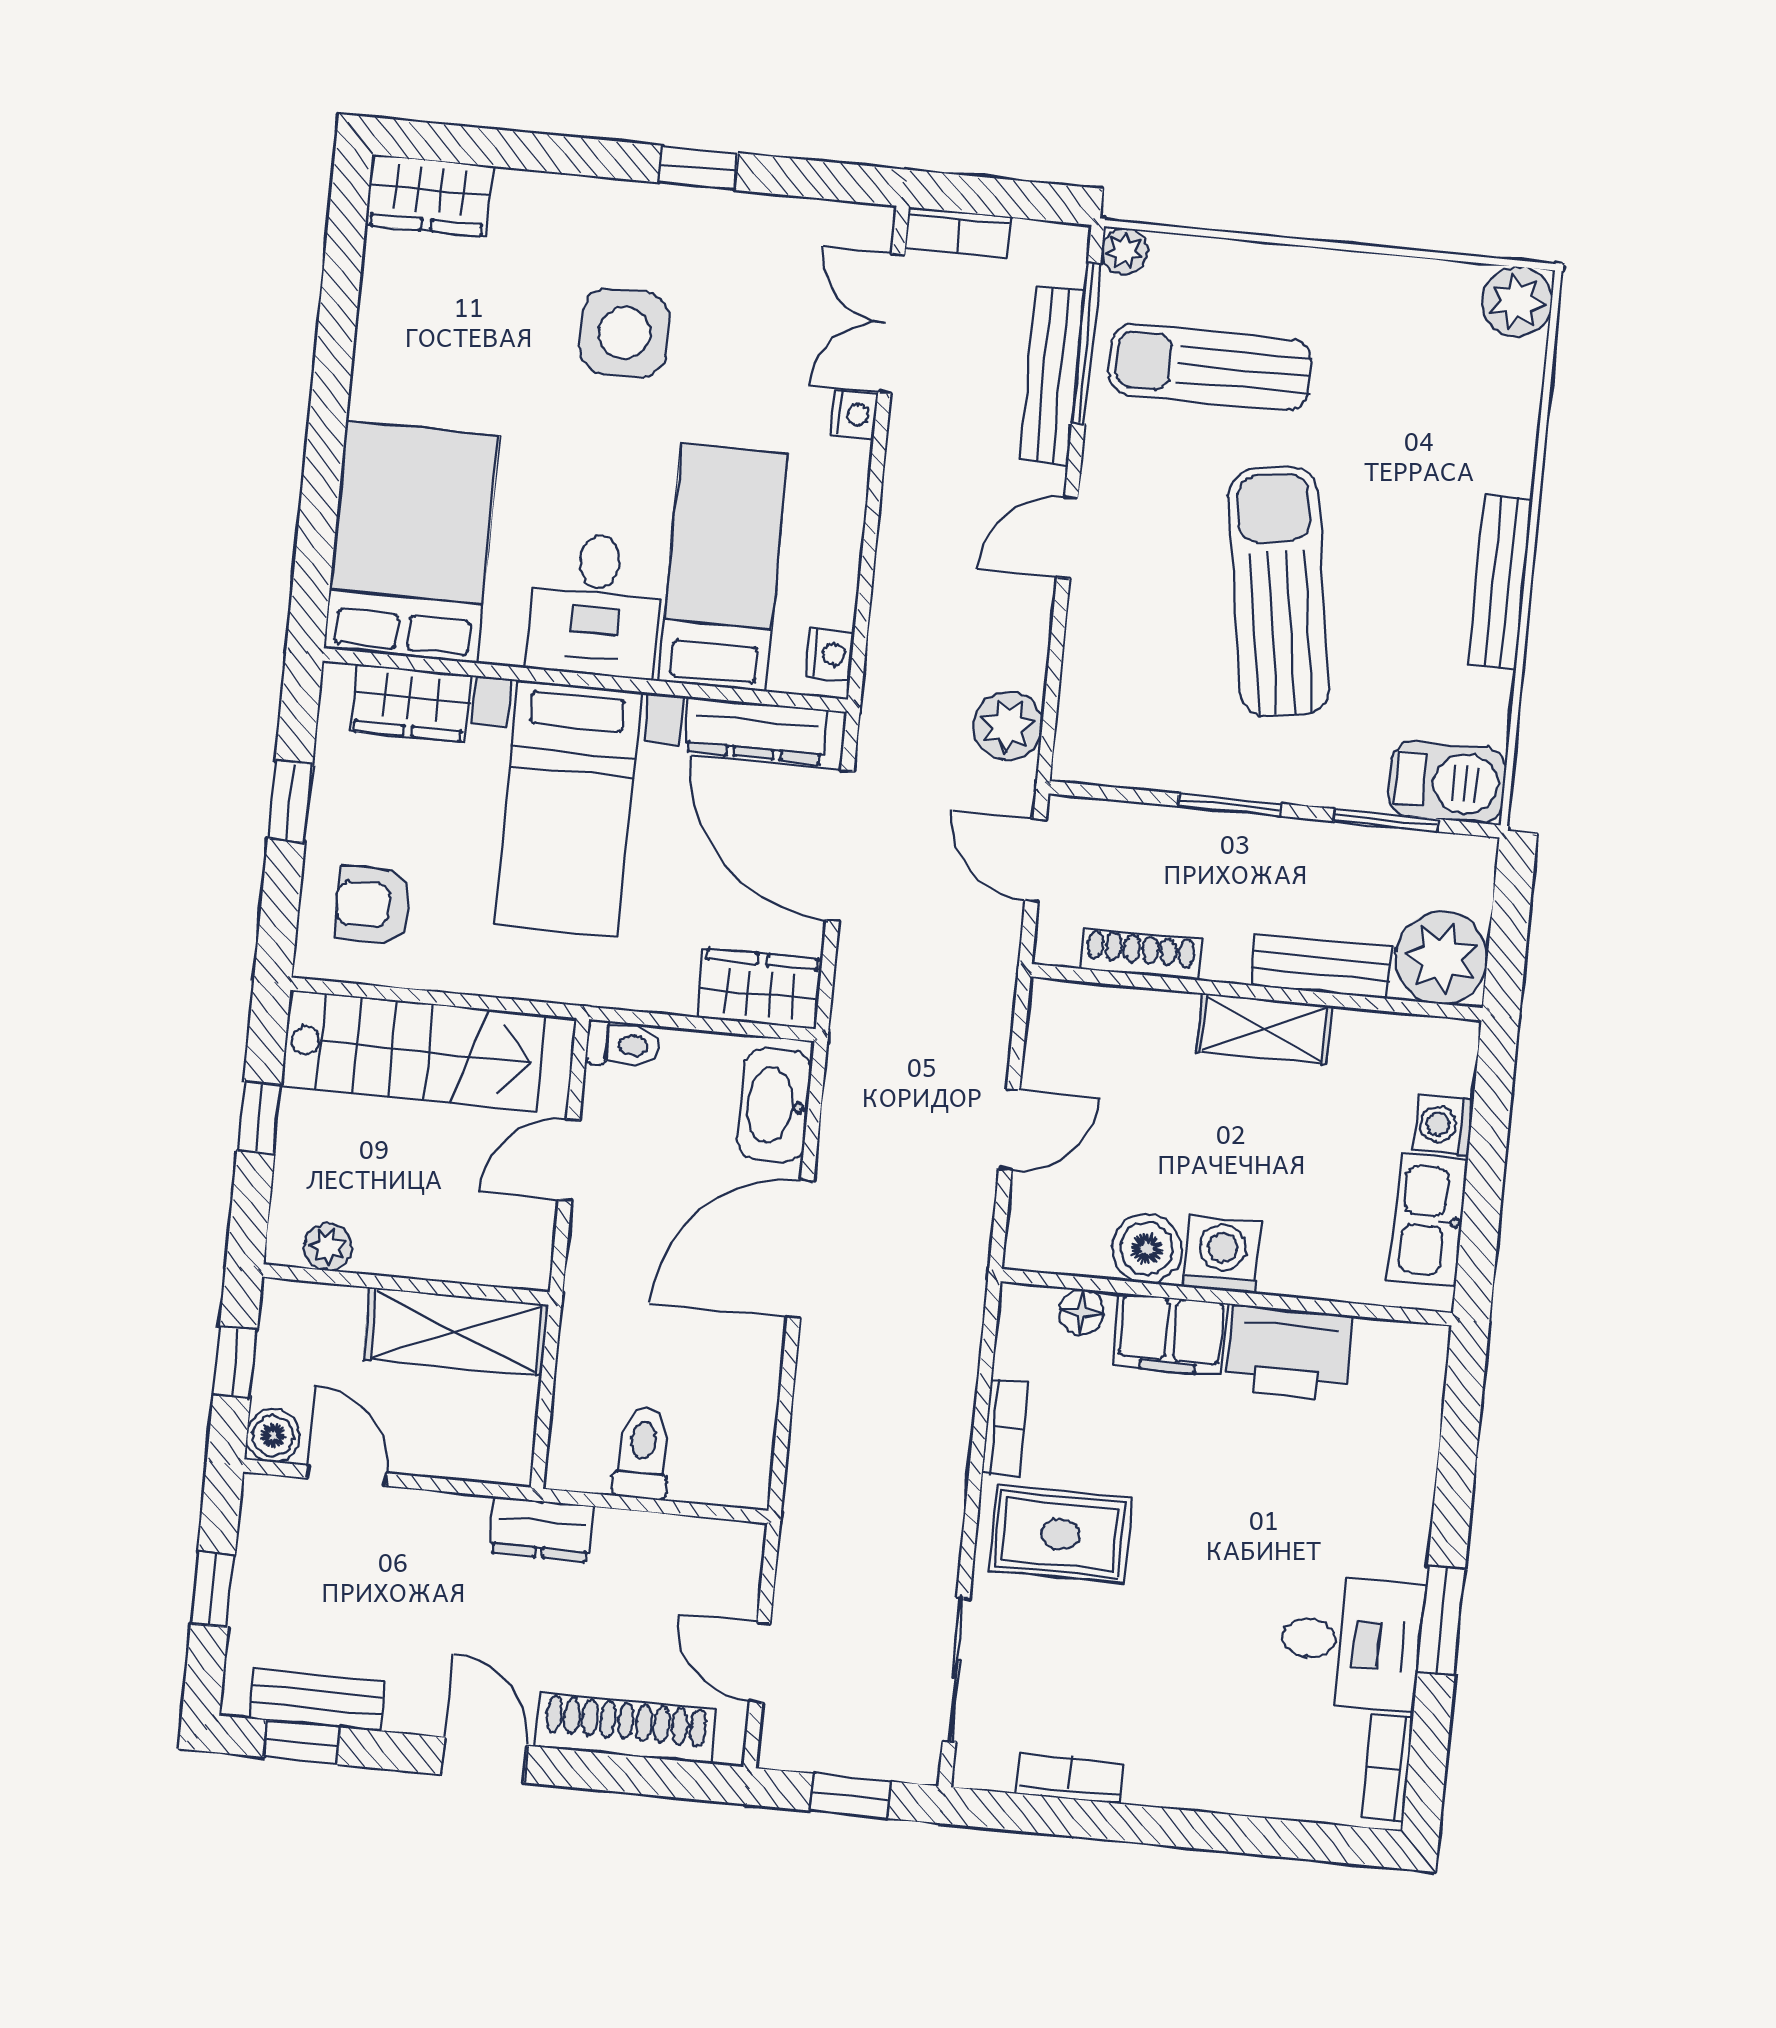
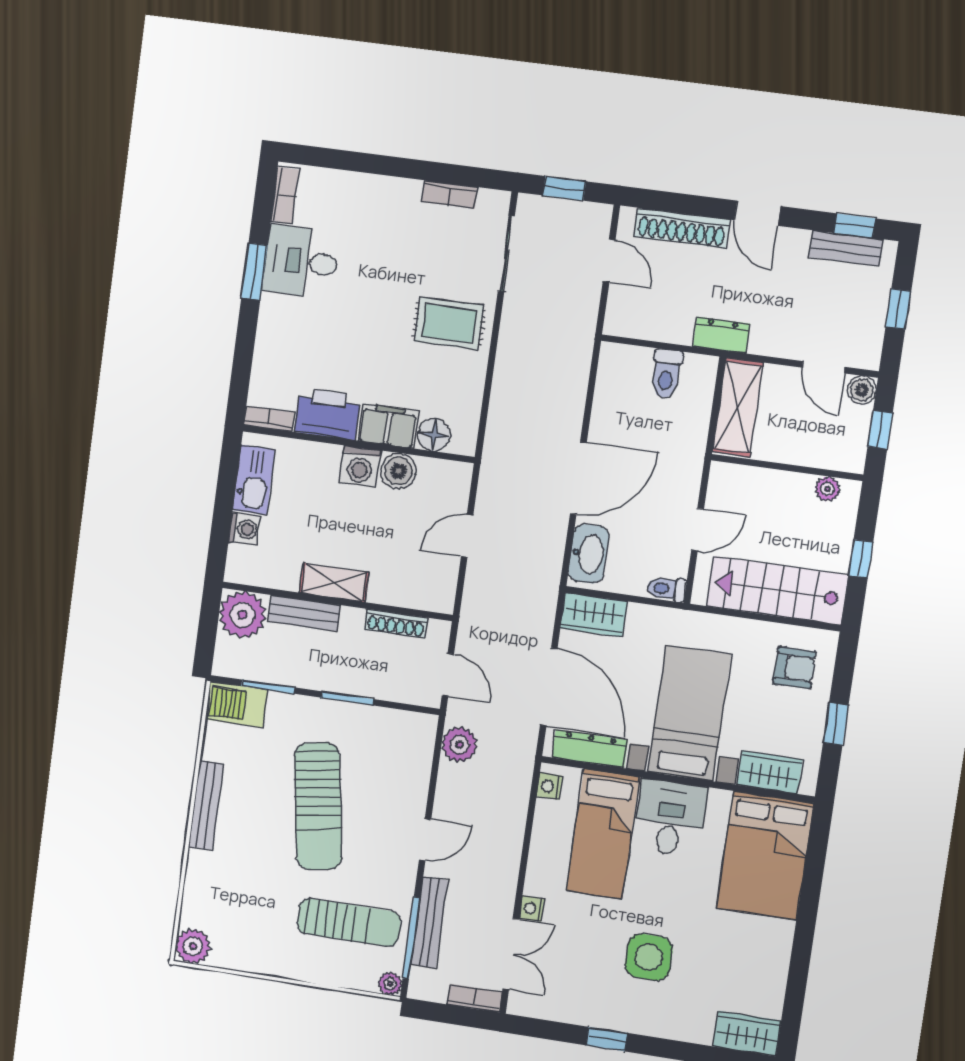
floor lamp: (1082, 1312) -> (434, 435), width x1.37, depth x1.37
shelving: (456, 1332) -> (738, 407), moved, turned 90
bookcase: (1005, 1428) -> (269, 419), moved, turned 90

